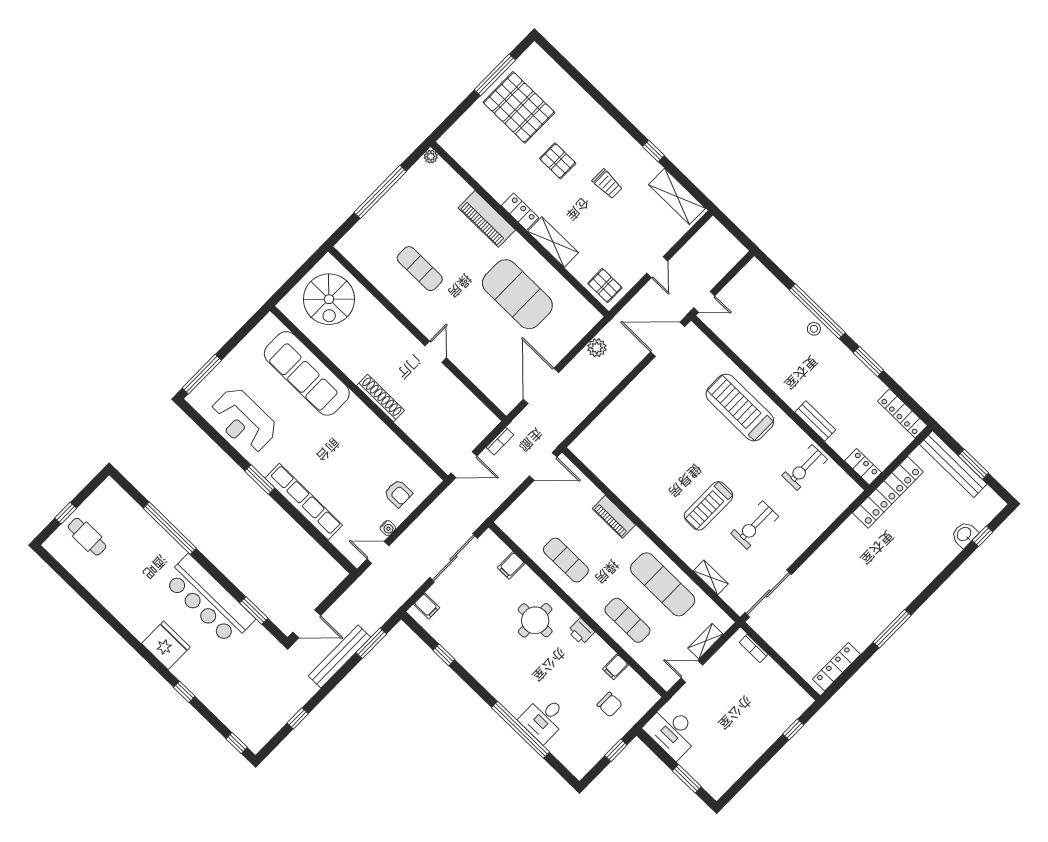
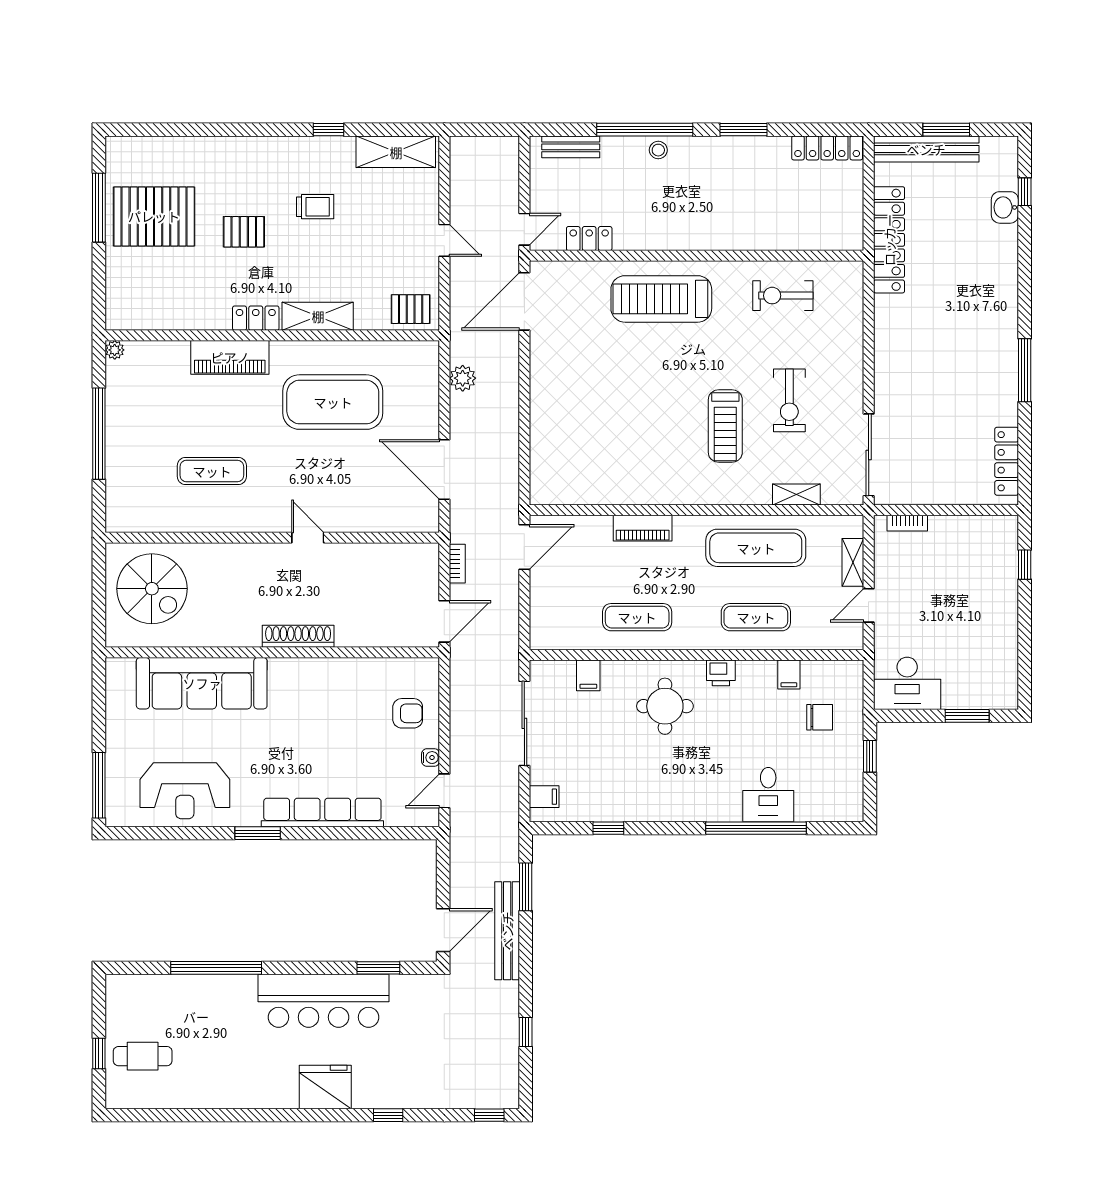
bench: (815, 421) -> (571, 147), moved
exercise bike: (805, 467) -> (783, 296), turned 90
locker: (863, 467) -> (589, 239), moved

